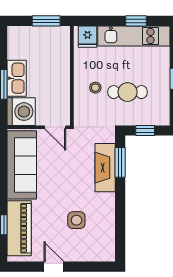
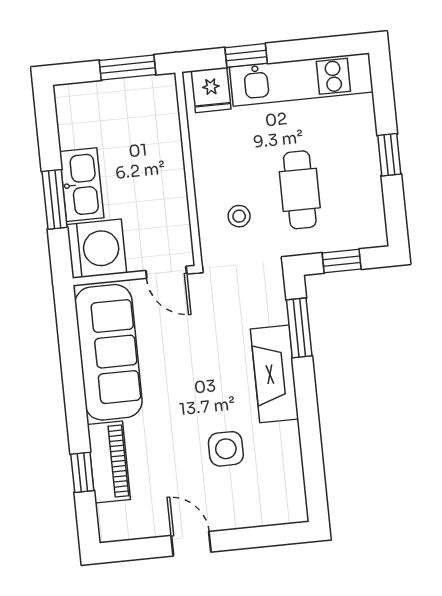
window: (136, 21) -> (246, 55), moved
stool: (95, 88) -> (239, 216), moved
cafe table: (128, 92) -> (300, 190), turned 90
fireplace: (105, 168) -> (275, 374), moved
piano: (19, 228) -> (109, 462), width x0.73, depth x0.75

